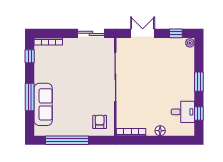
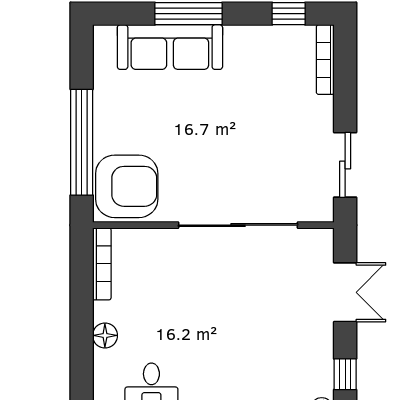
armchair: (100, 122) -> (127, 186), width x1.88, depth x1.88
window: (67, 140) -> (82, 142), moved

